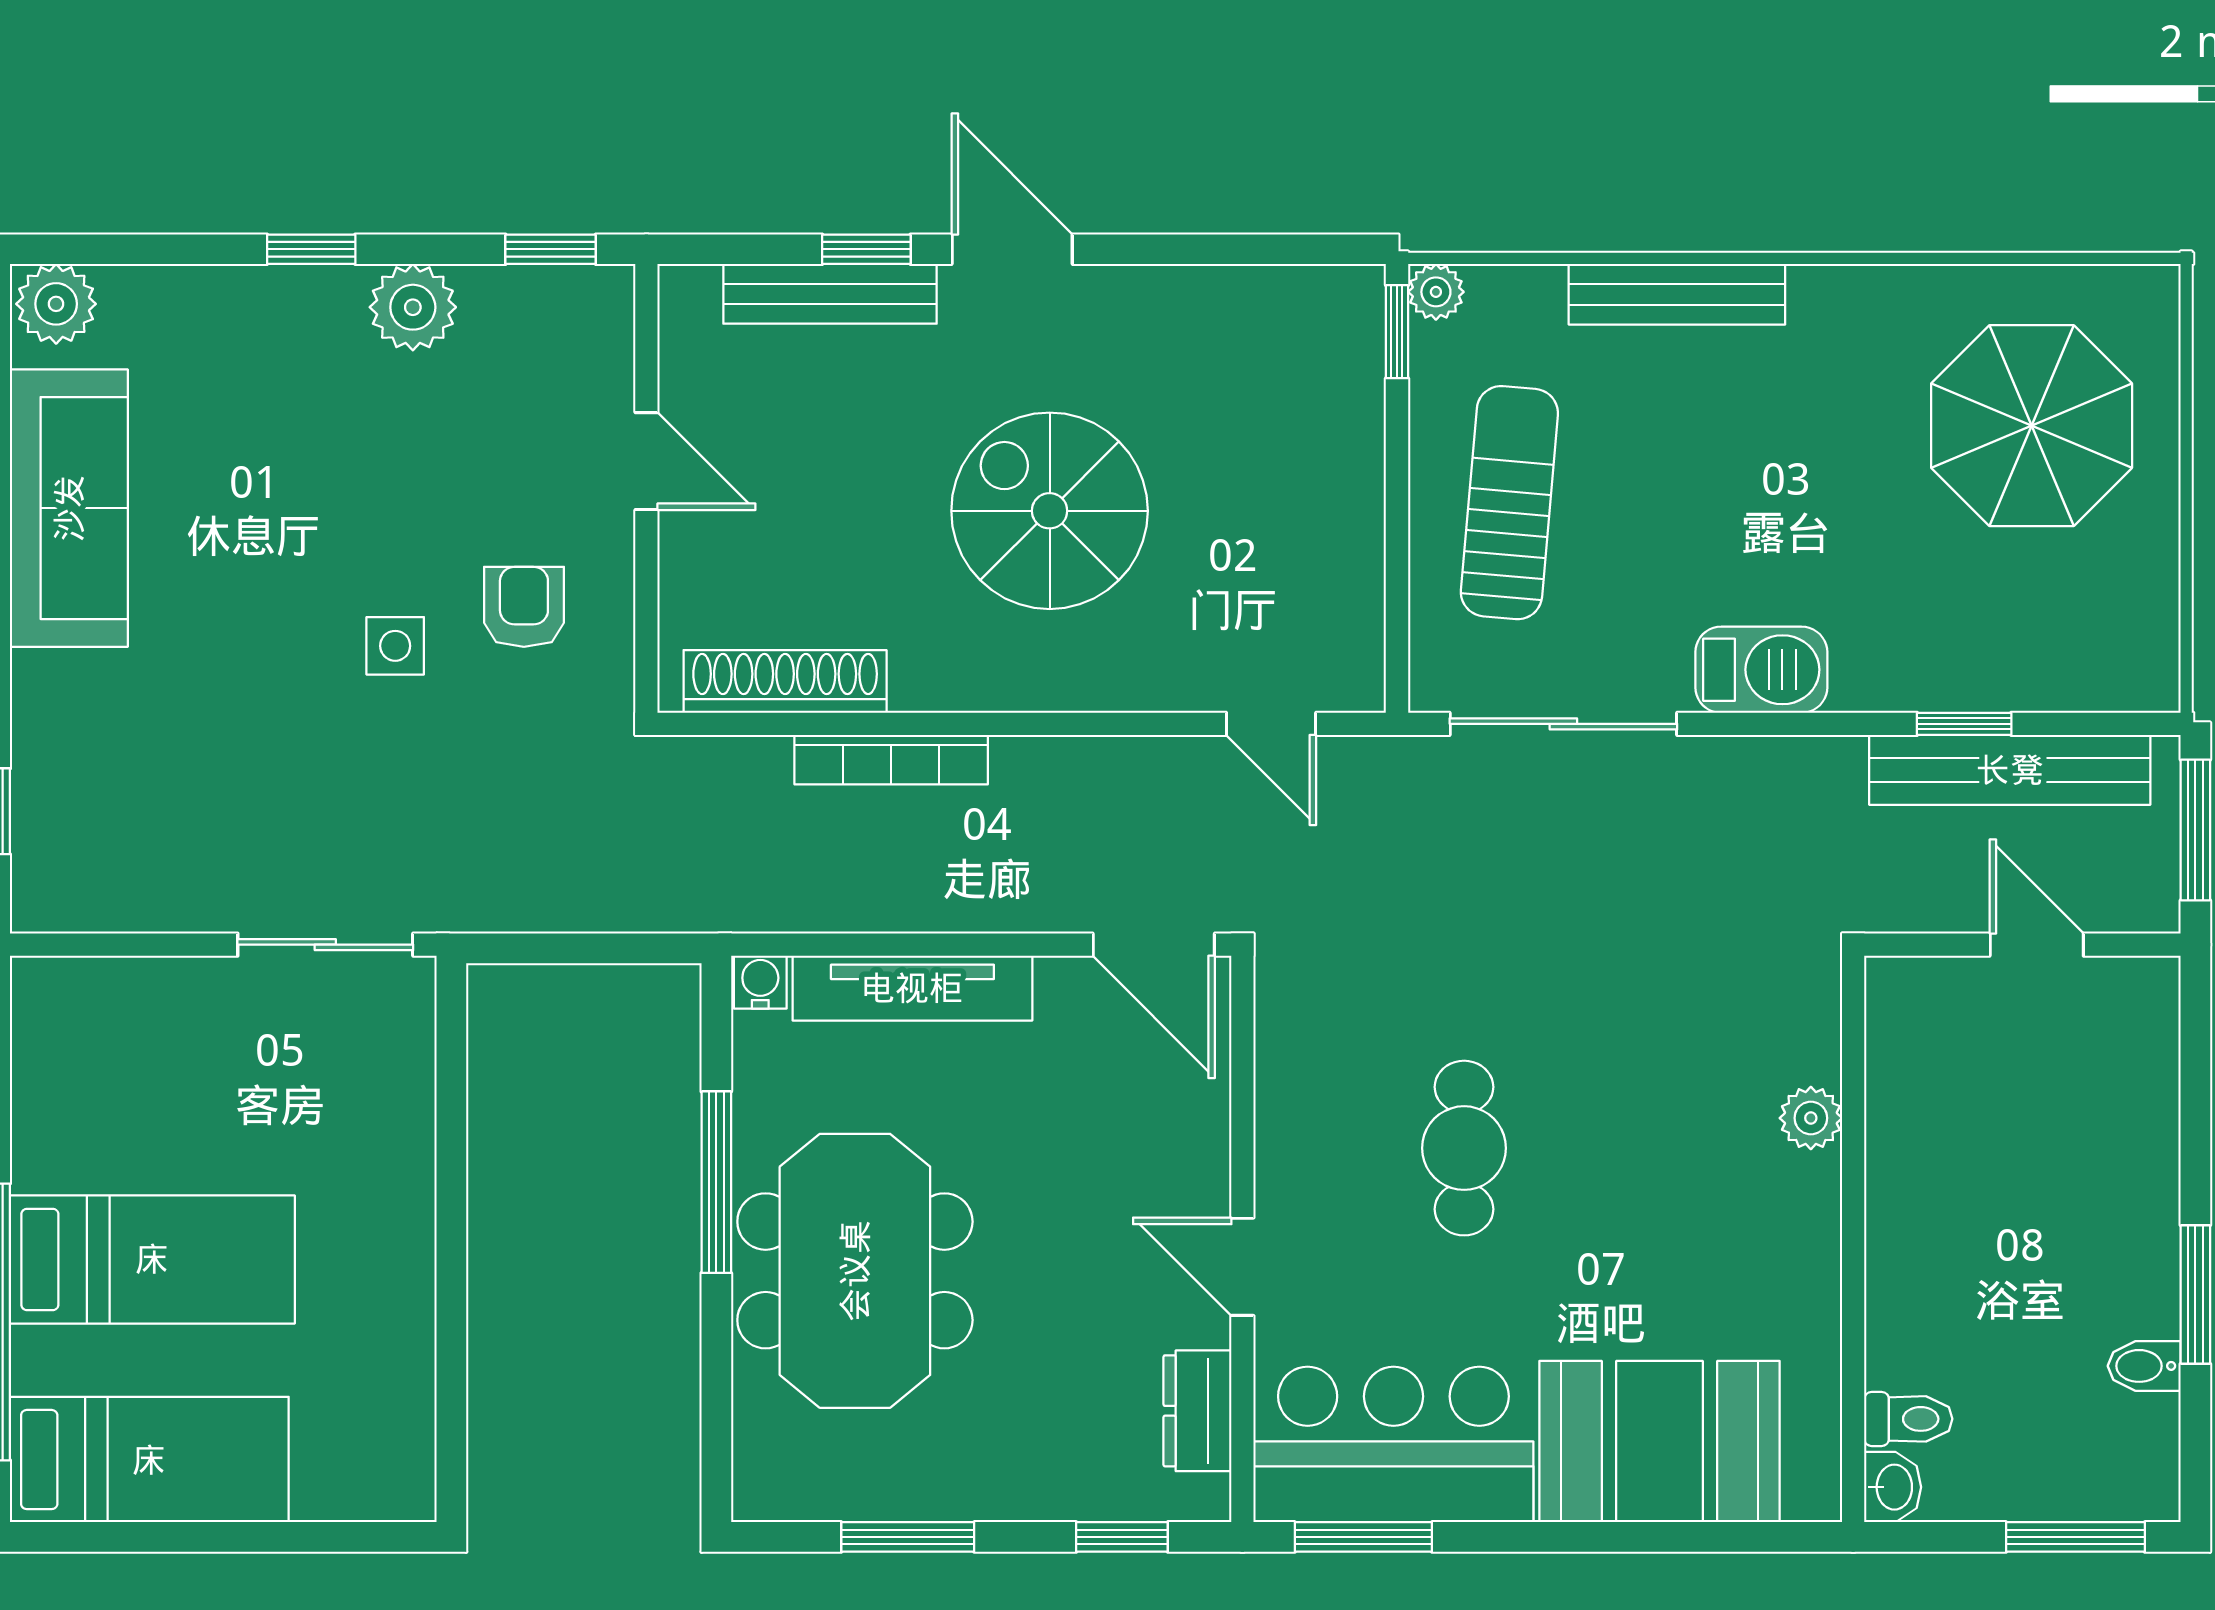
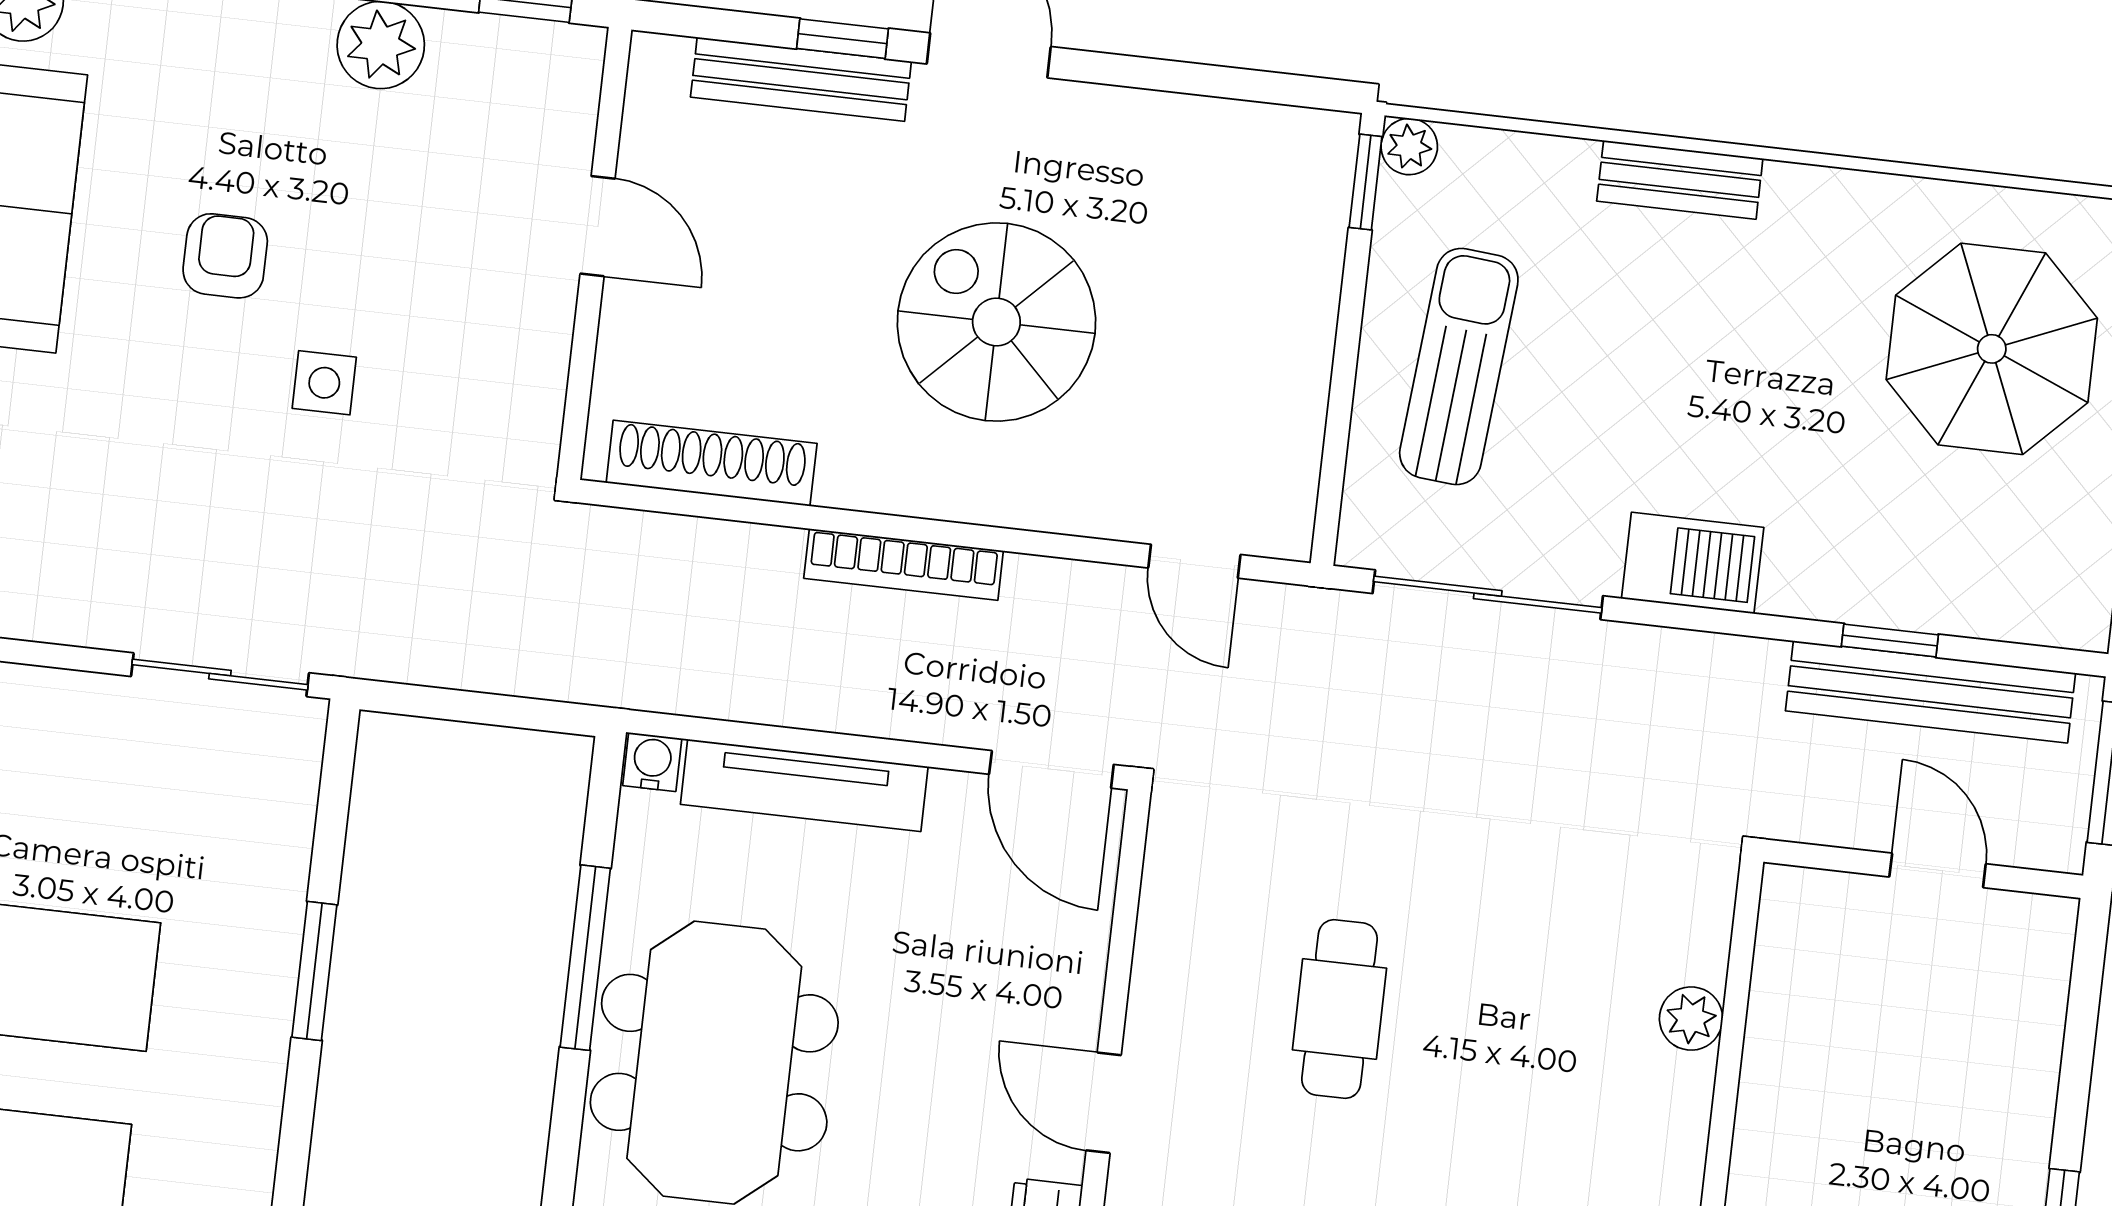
bench: (1677, 294) -> (1680, 180), width x0.73
armchair: (524, 607) -> (225, 256), moved
bookcase: (891, 760) -> (904, 564), moved
window: (451, 1226) -> (314, 971), added

